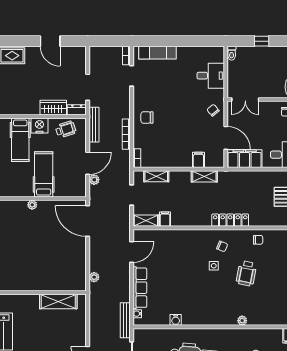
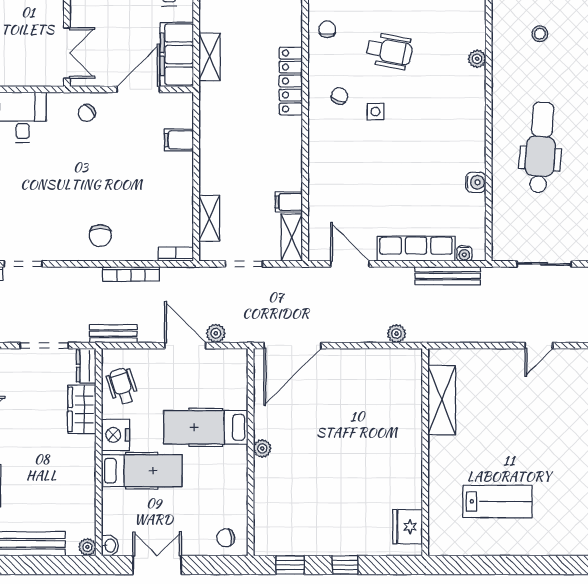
bench: (94, 125) -> (113, 334), width x0.73
shelving: (204, 176) -> (210, 57), moved
bench: (125, 320) -> (448, 276), moved

